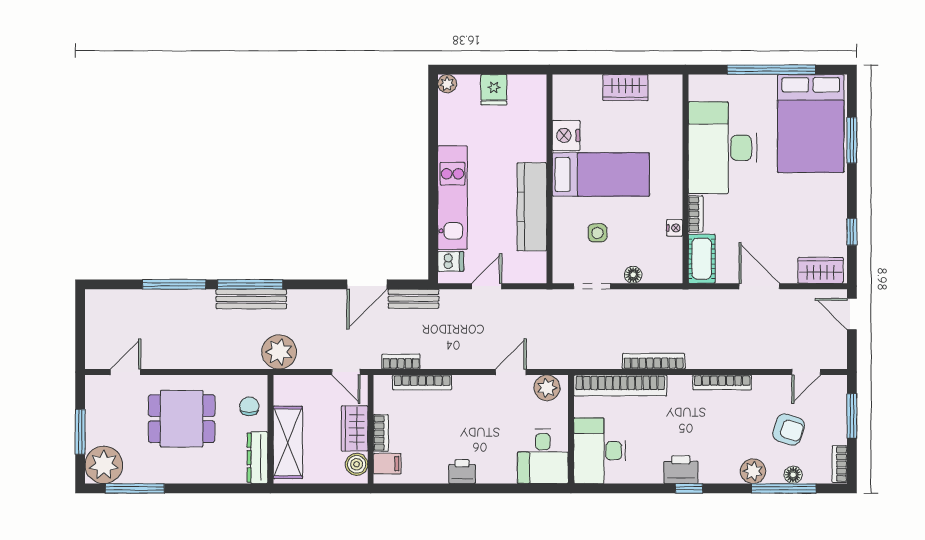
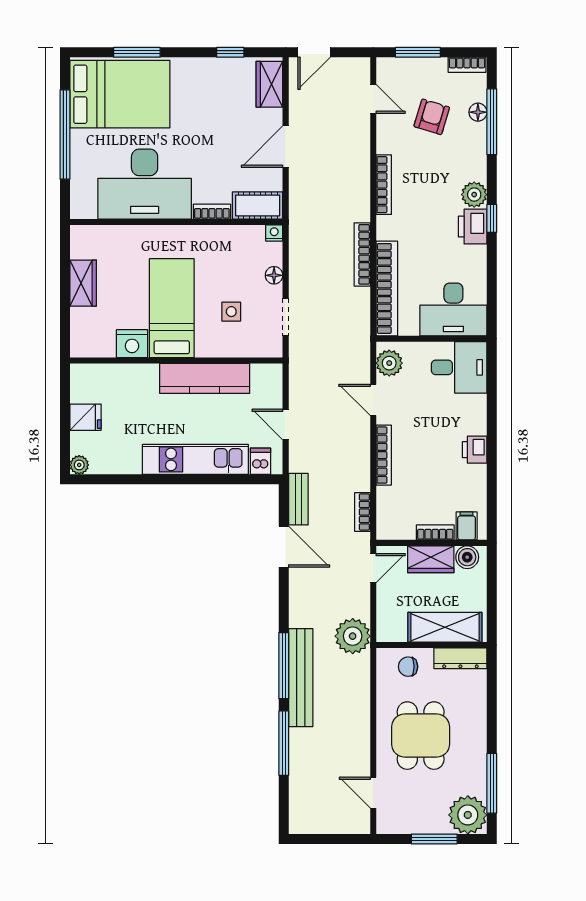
nightstand: (675, 228) -> (274, 233), moved
bench: (251, 299) -> (301, 678), width x1.37, depth x1.21
bookcase: (422, 382) -> (384, 455), moved
plant: (753, 471) -> (474, 195), moved

